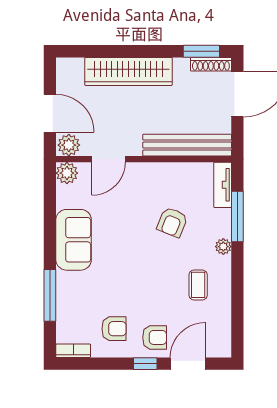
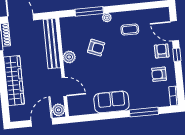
plant: (67, 173) -> (69, 57), moved
tv unit: (223, 185) -> (72, 21), removed
armchair: (114, 329) -> (159, 74), turned -90

